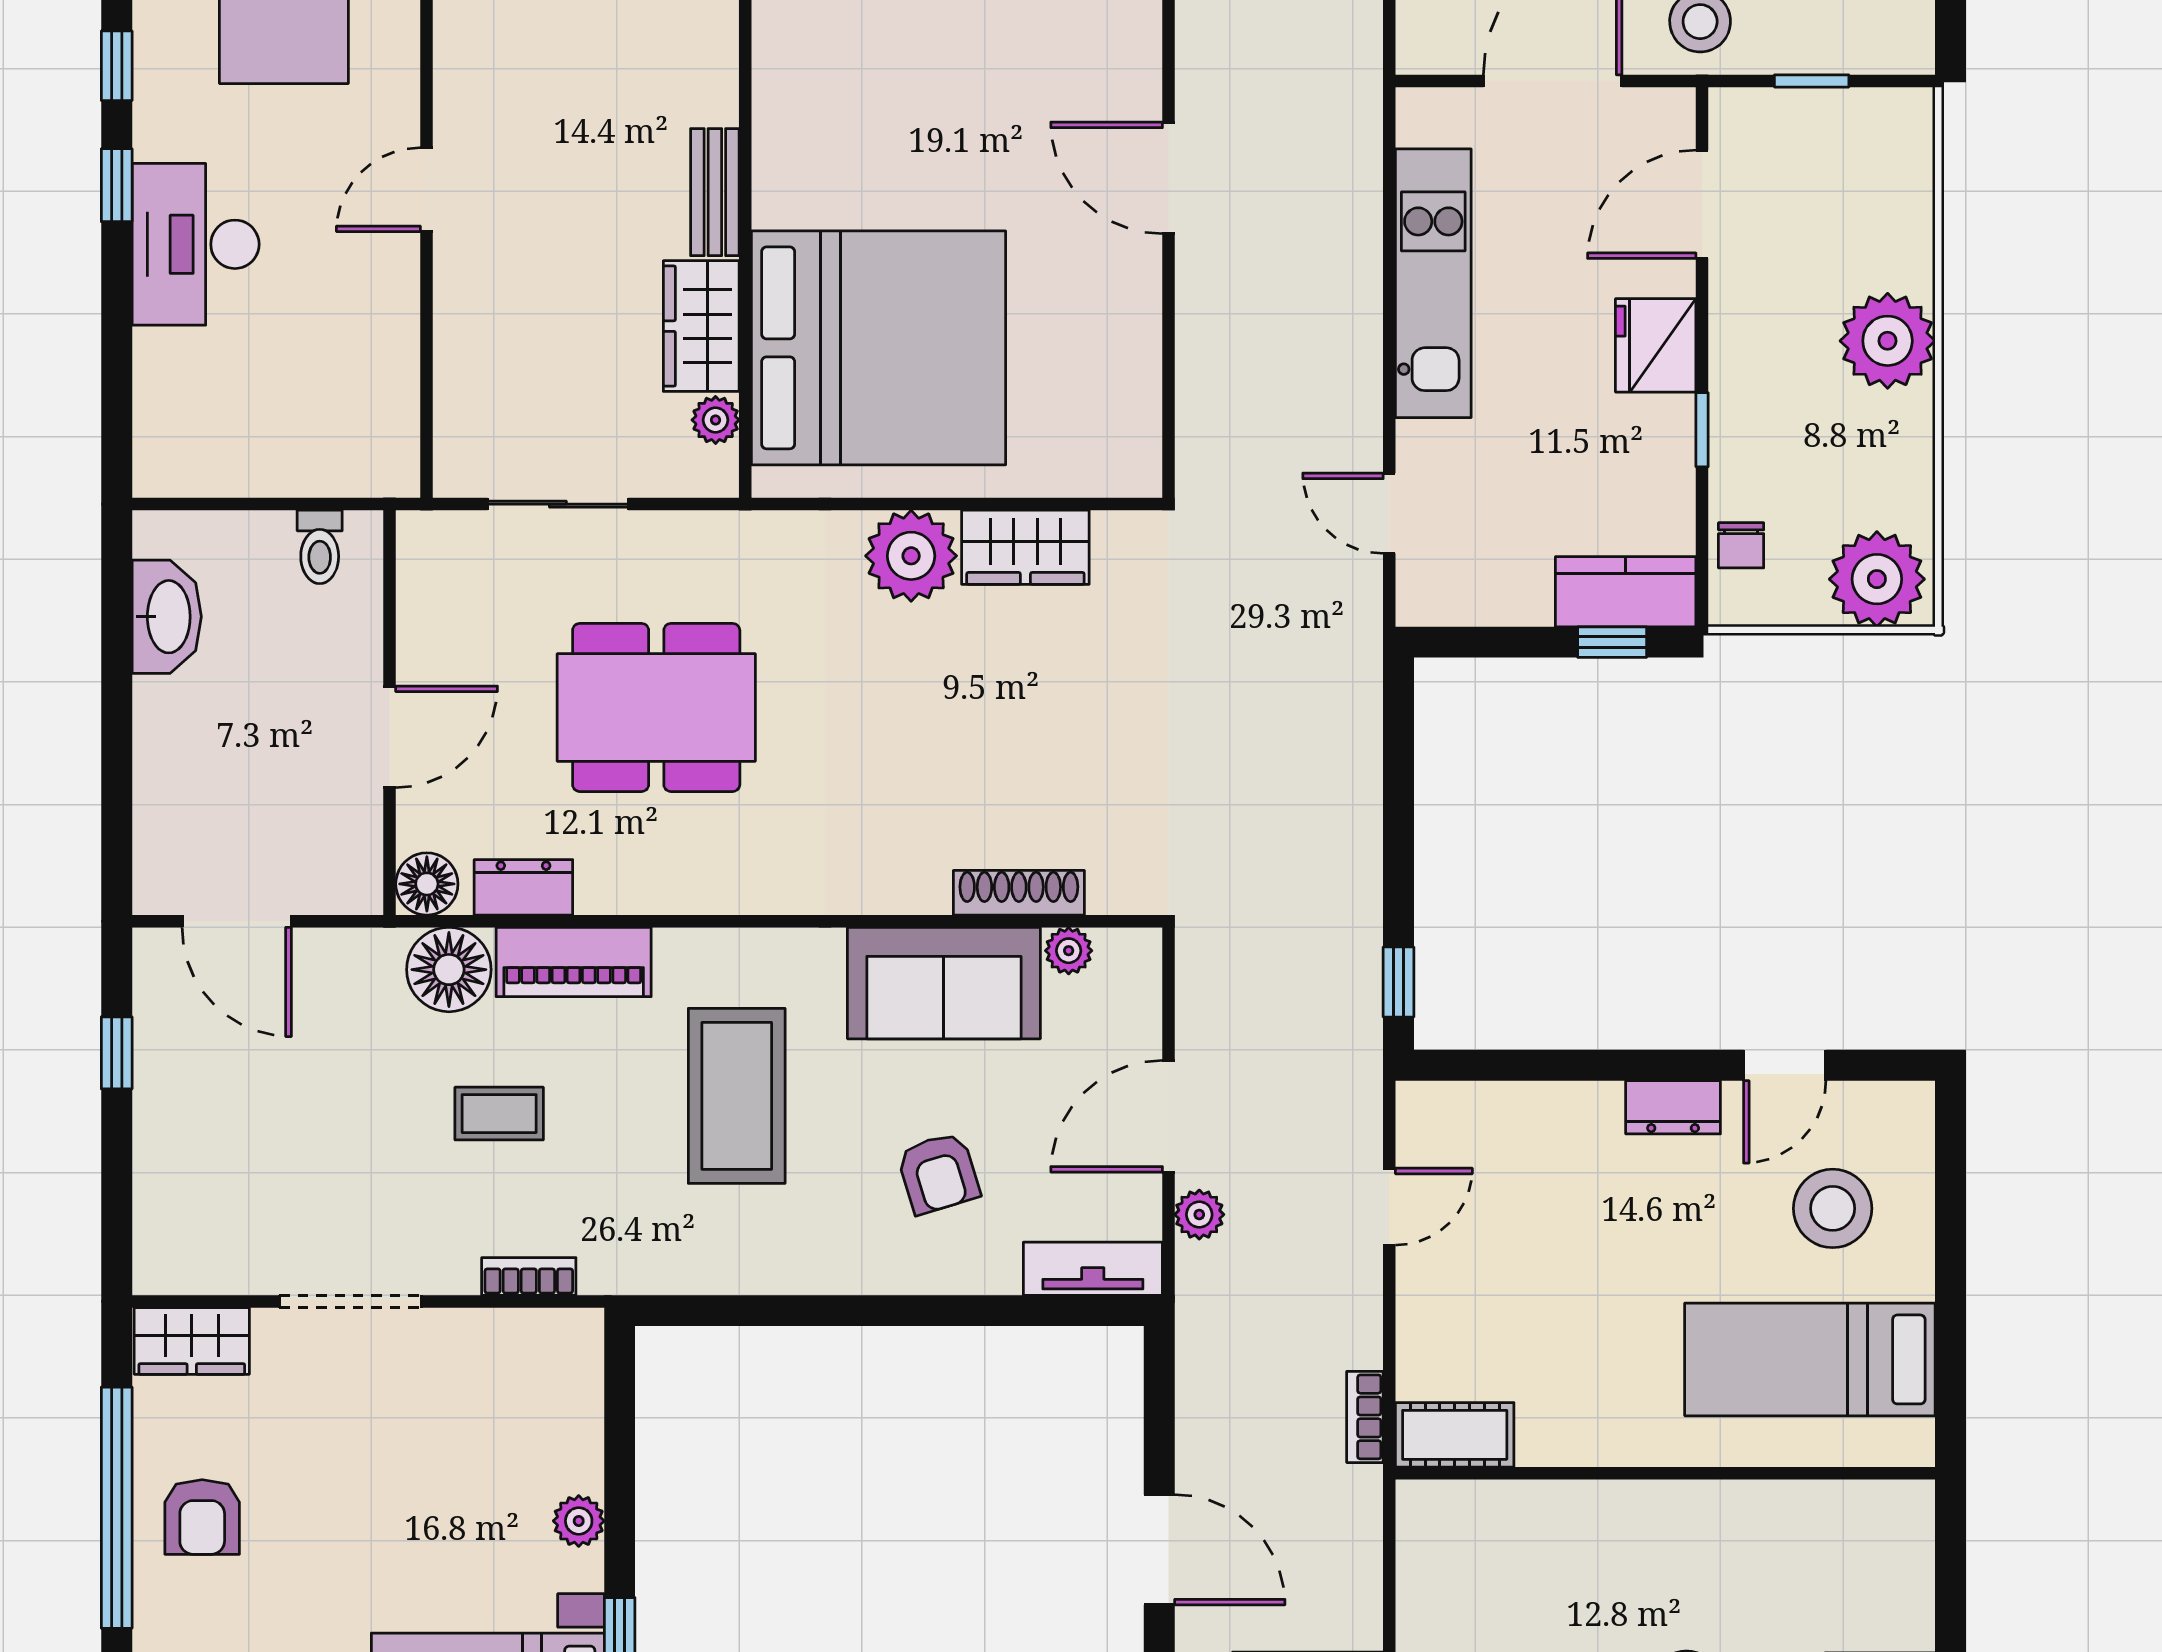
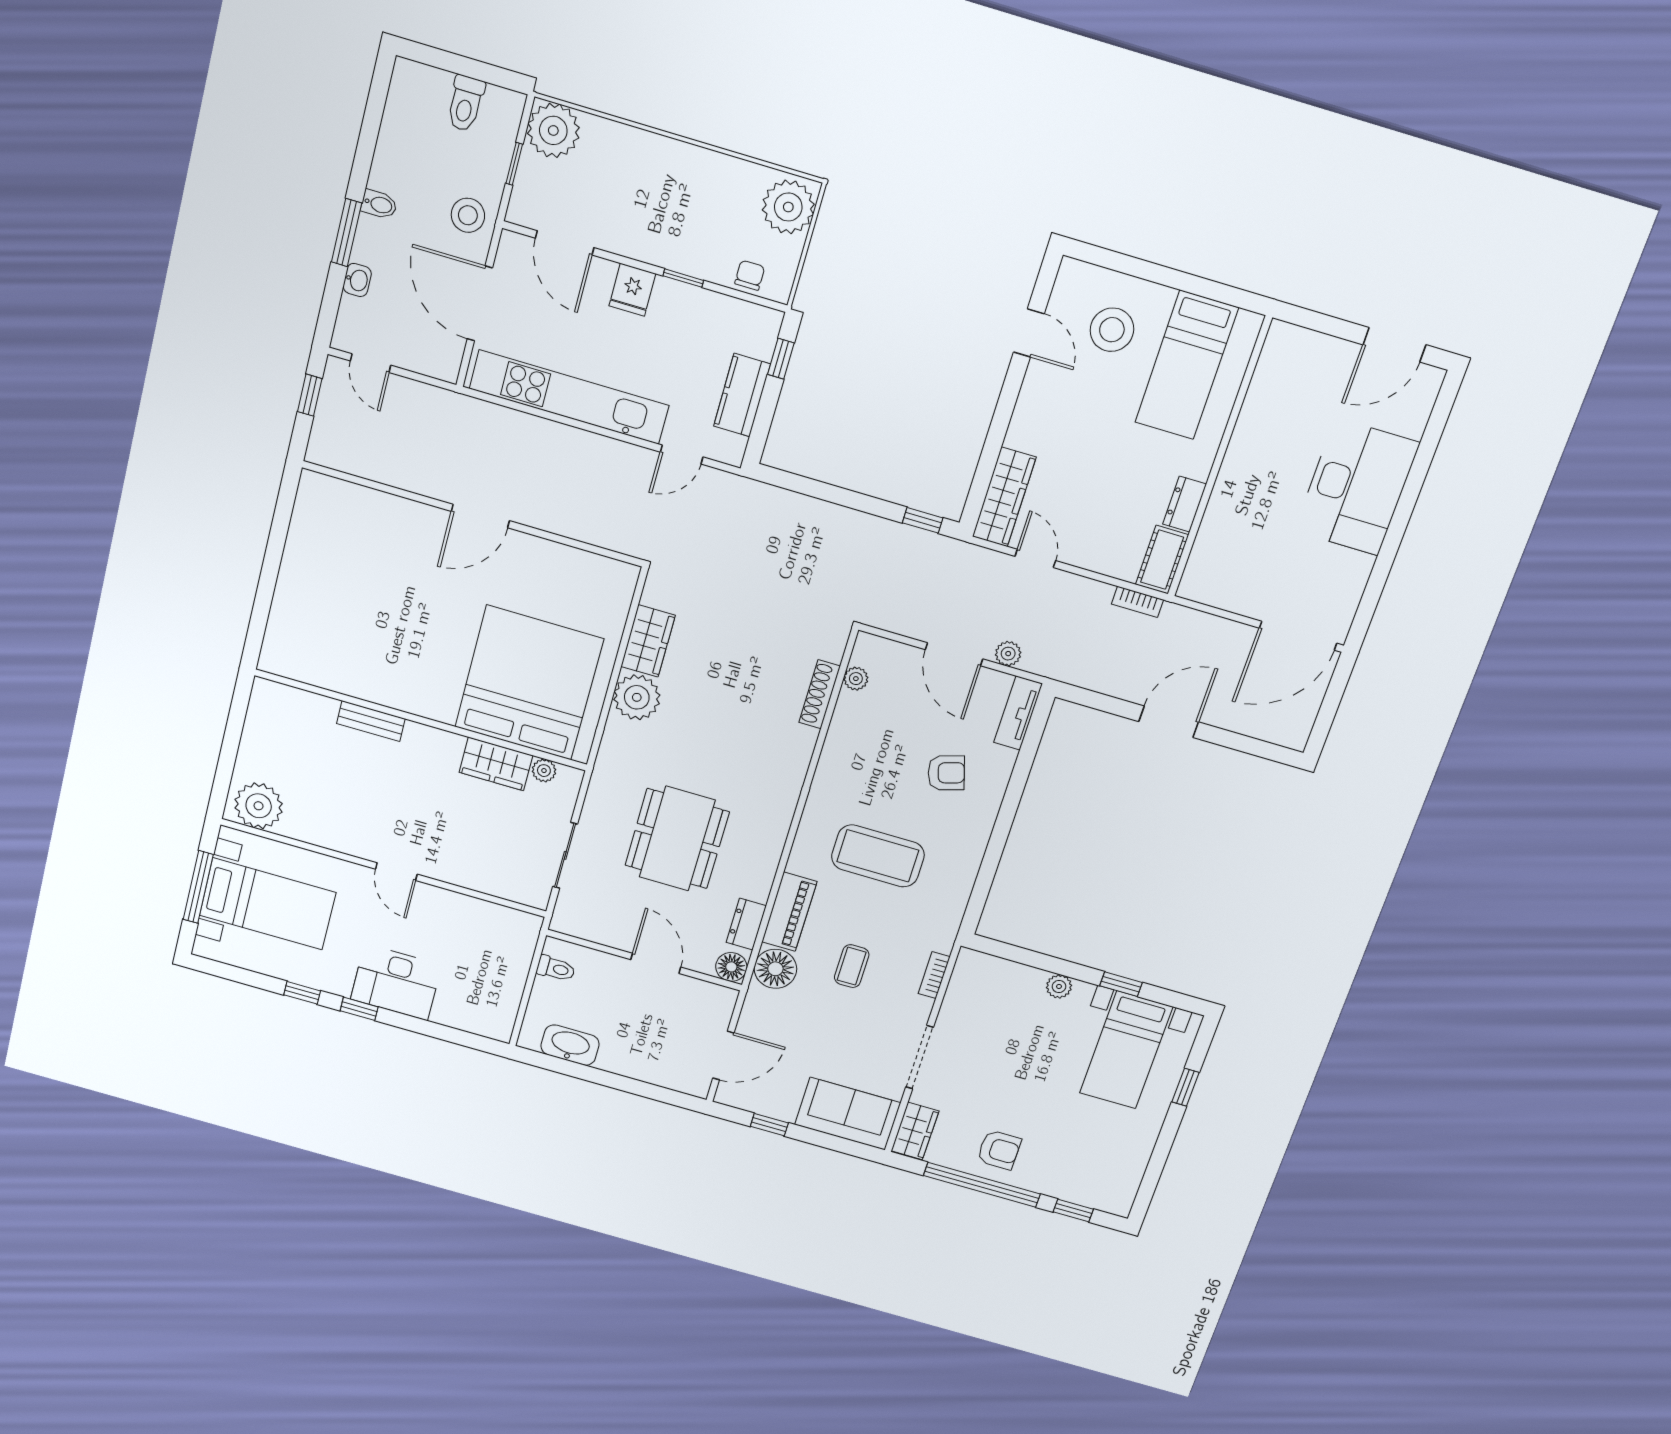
bench: (715, 192) -> (371, 721), moved
kitchen unit: (1433, 283) -> (569, 397), width x1.36
plant: (1888, 341) -> (553, 130), moved
fridge: (1656, 345) -> (632, 290), width x0.72
chair: (1741, 545) -> (750, 275), turned -90
kitchen counter: (1626, 592) -> (742, 395), moved
sofa: (944, 983) -> (848, 1114), moved, turned -90
dresser: (1673, 1107) -> (1185, 504), moved, turned 180
wardrobe: (1484, 1115) -> (1004, 497), added

